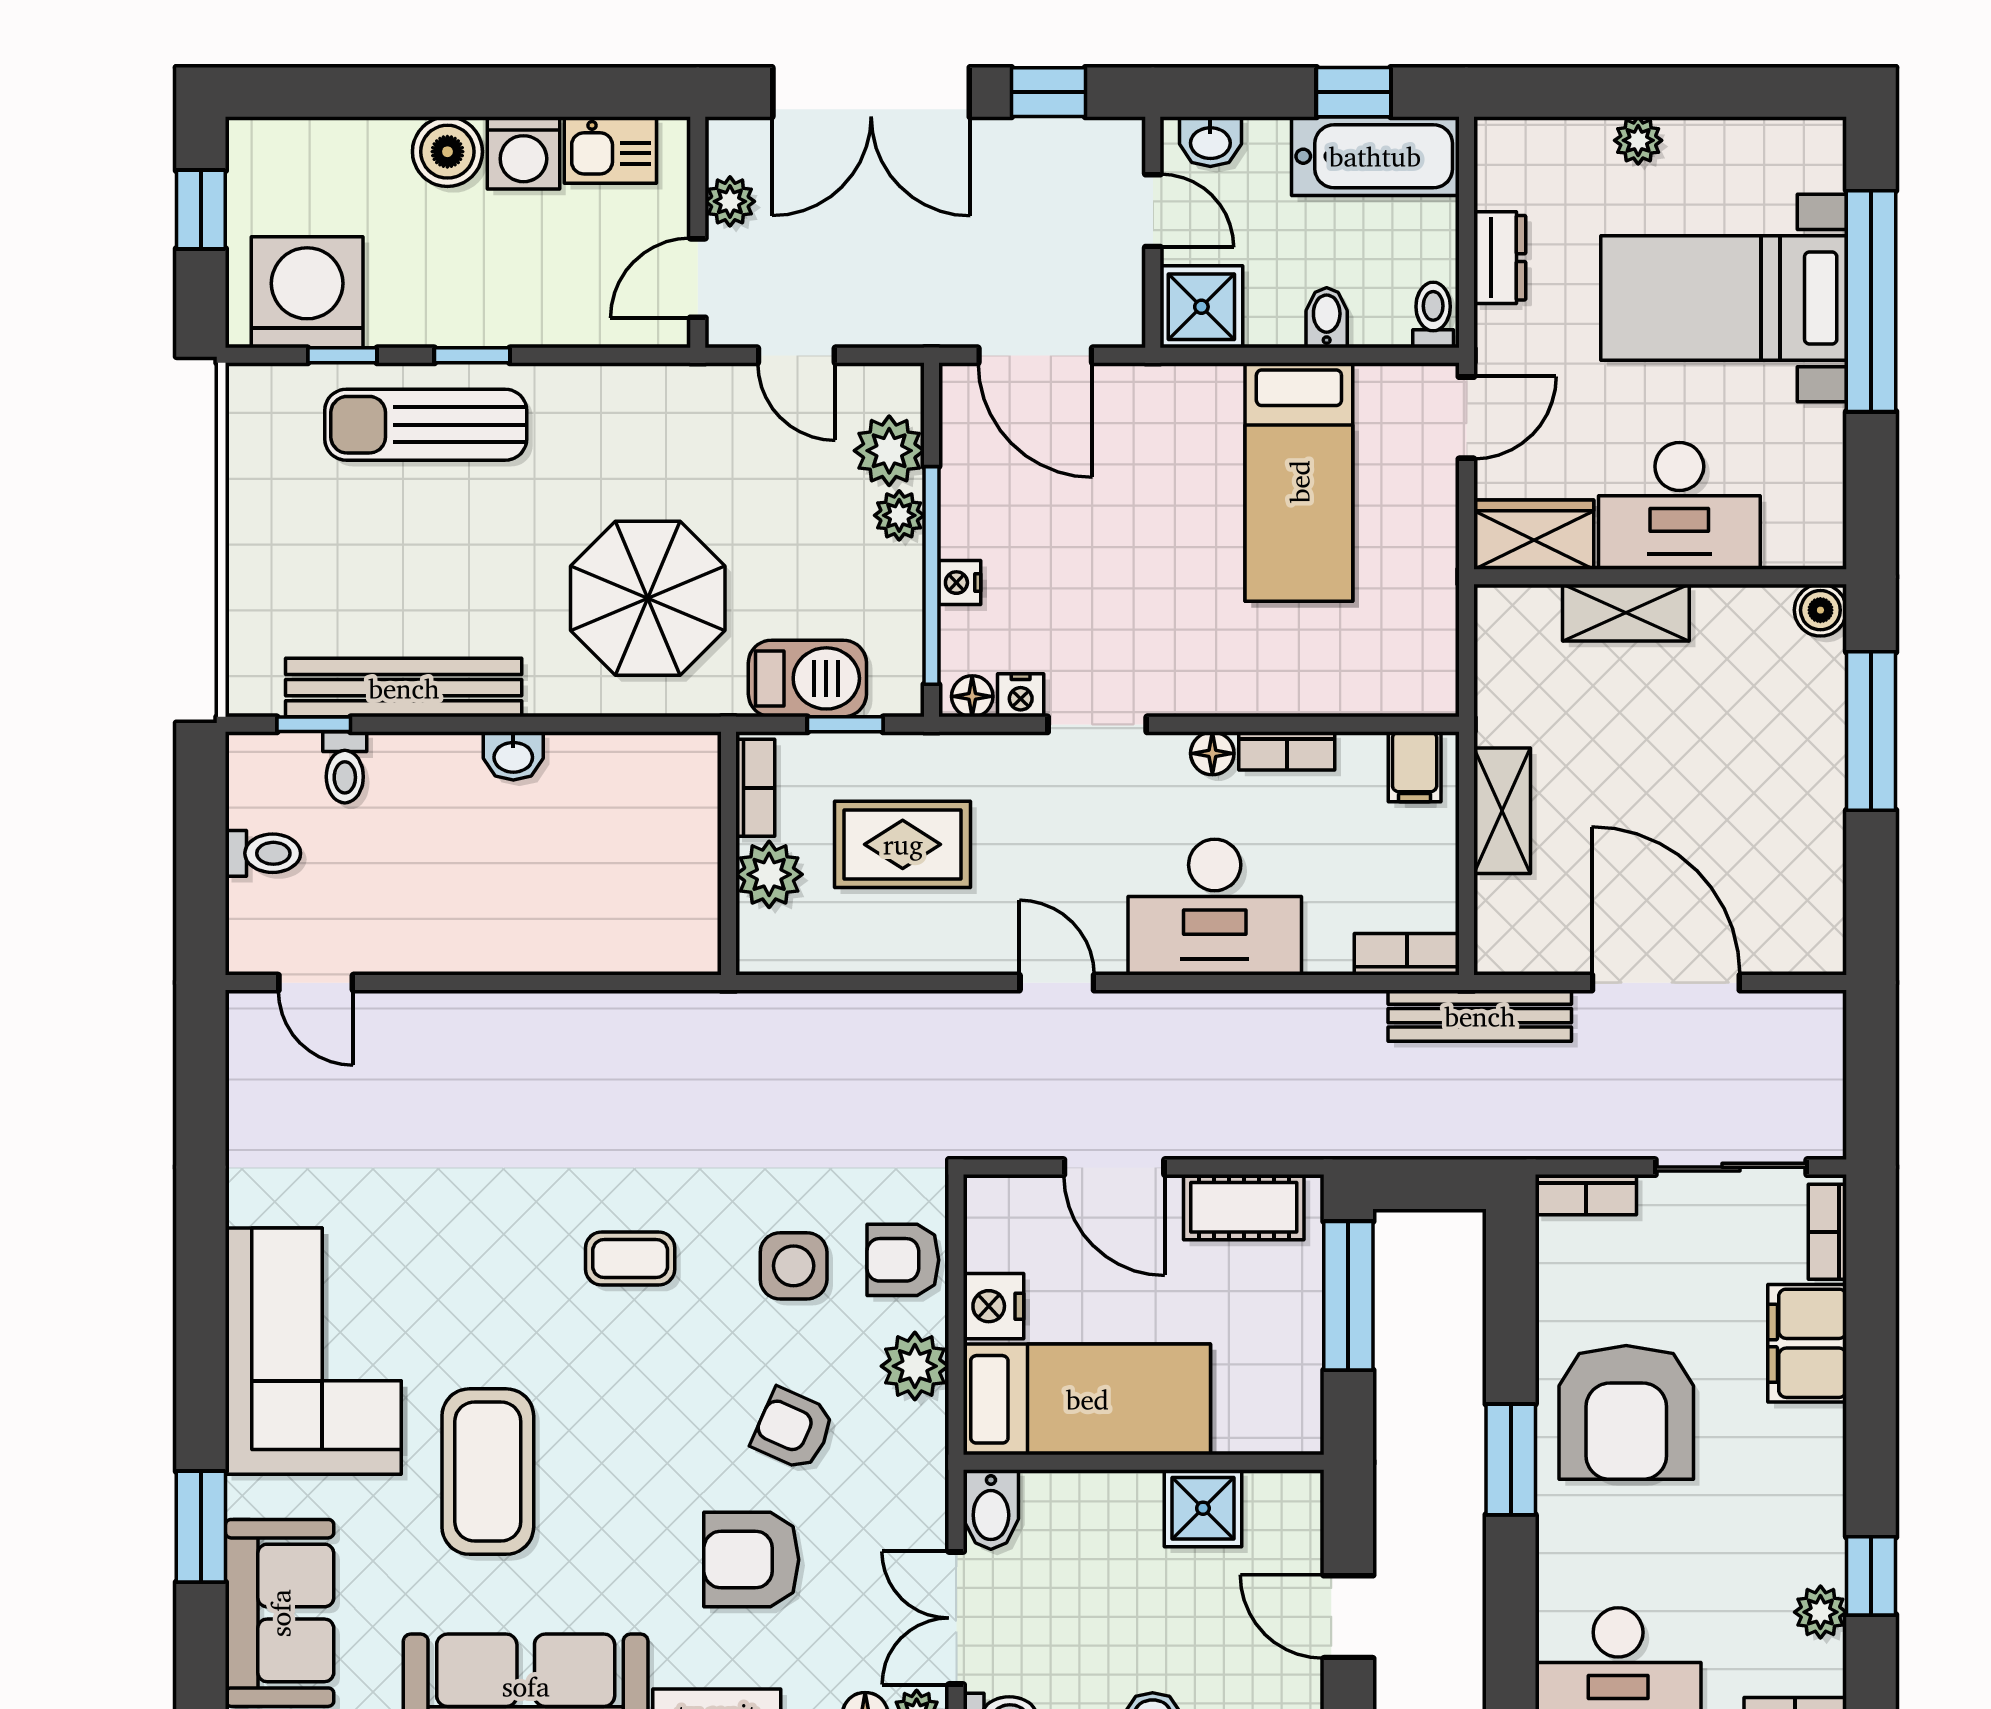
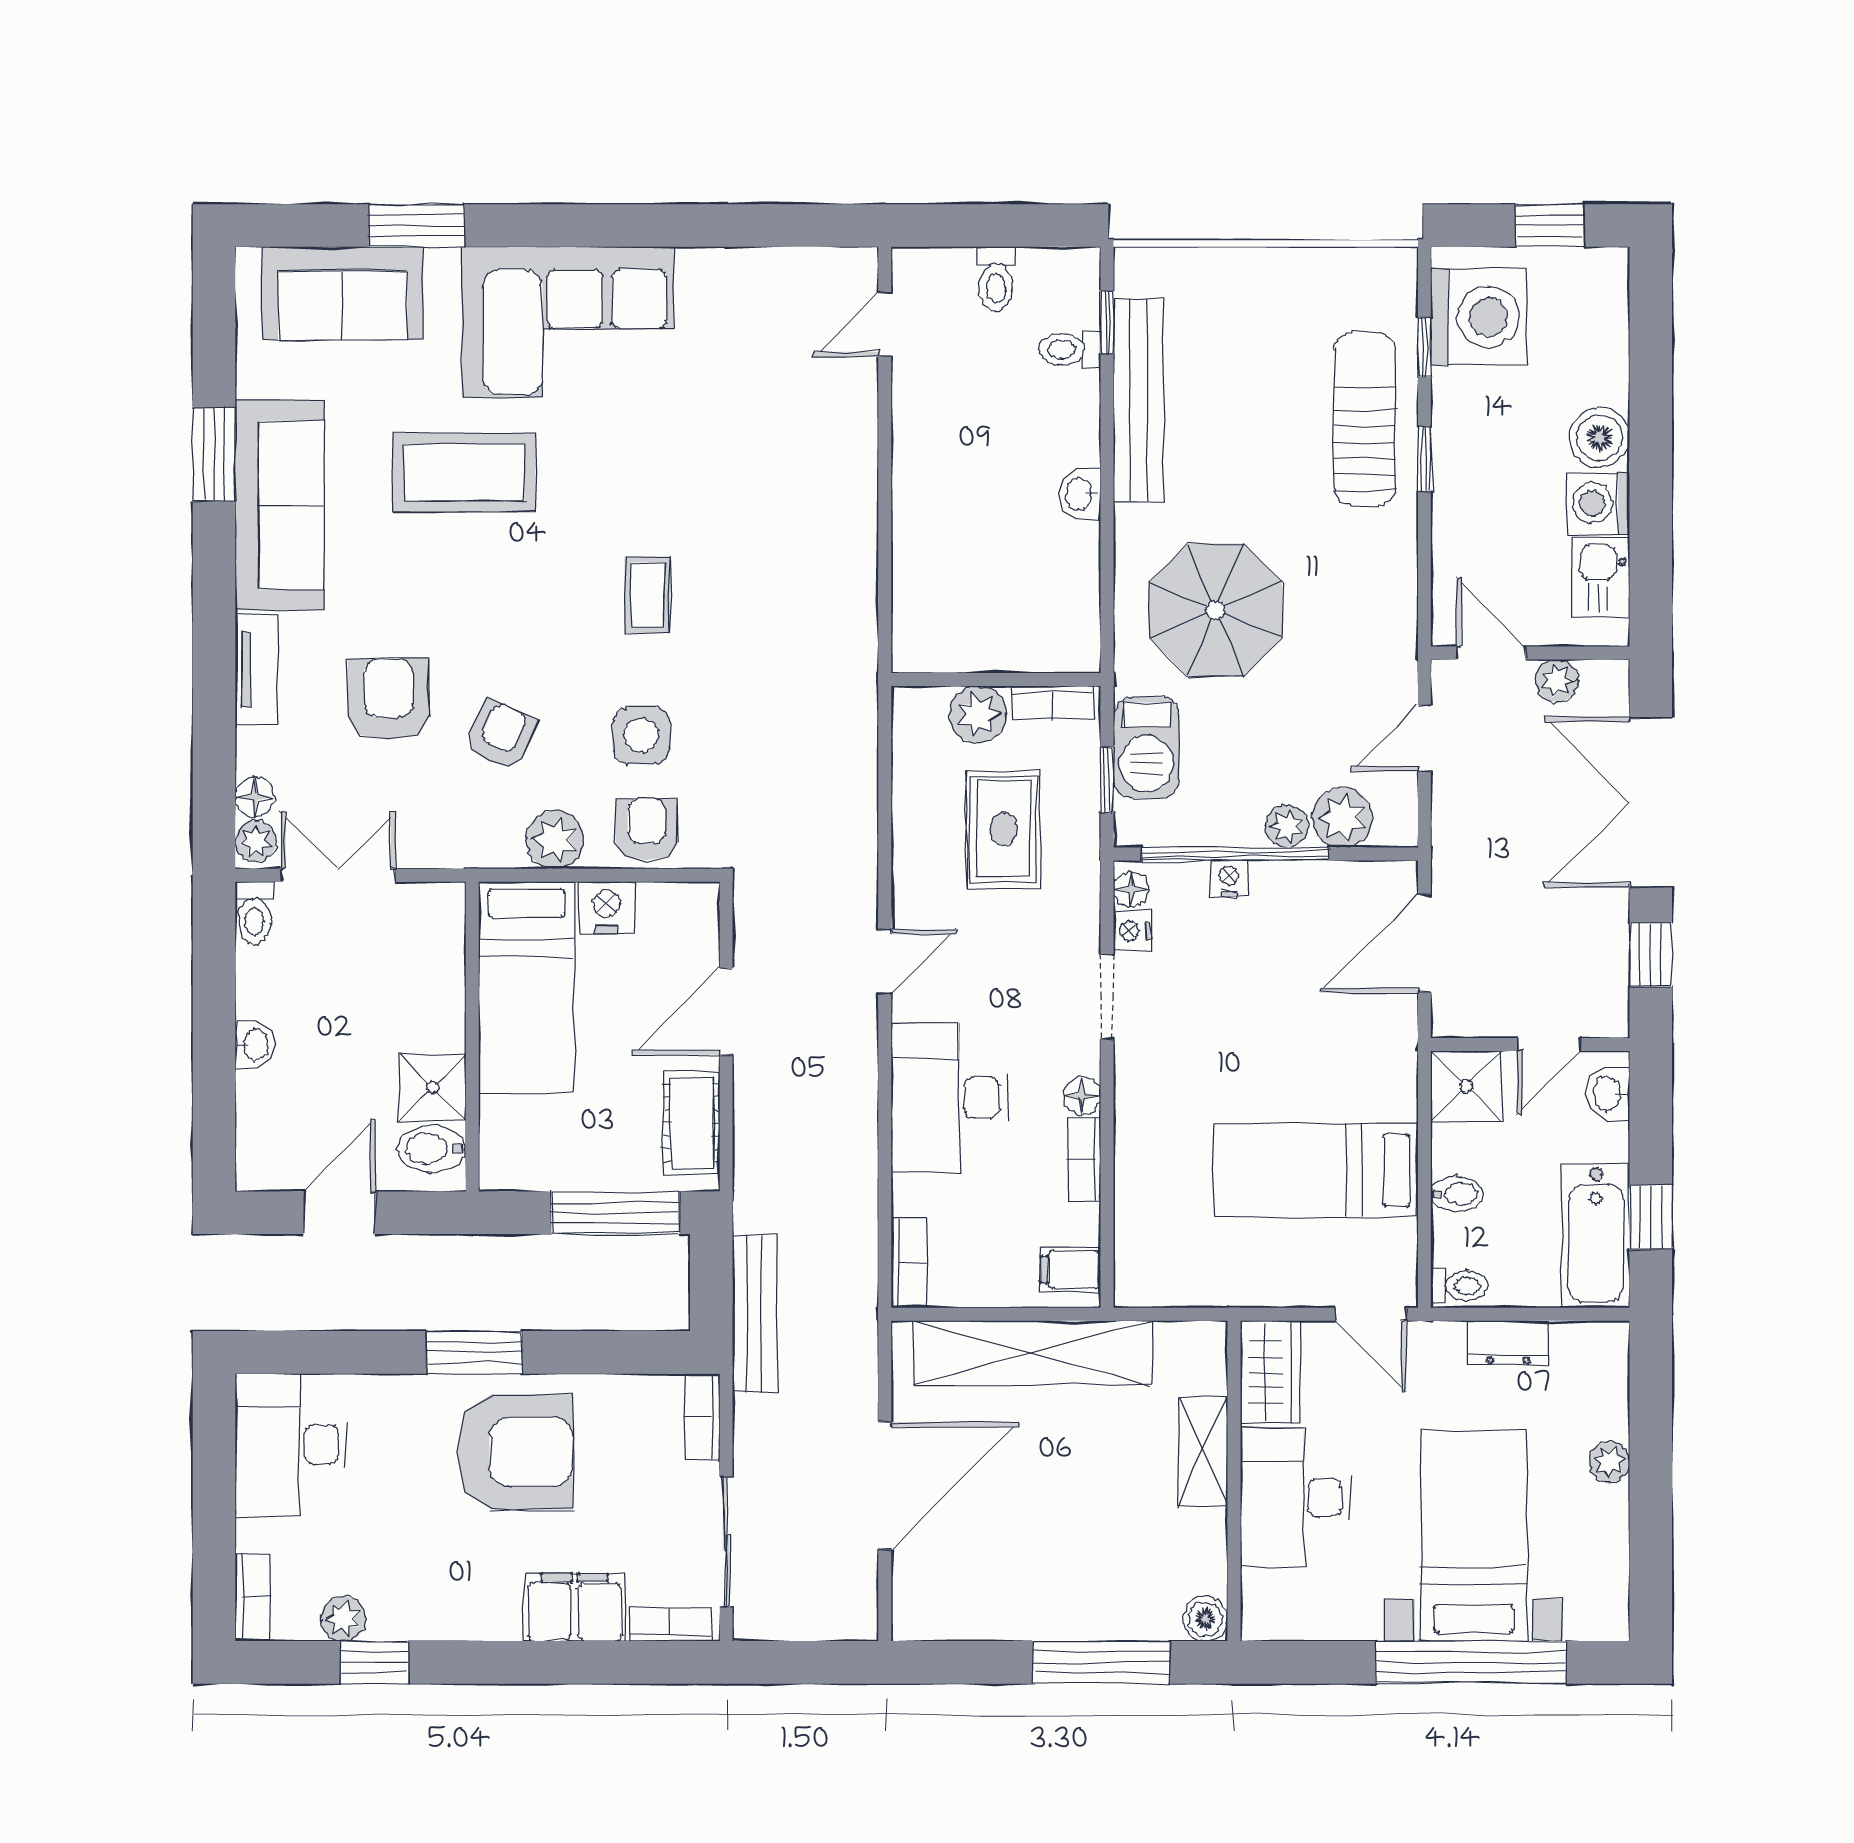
shelving: (1502, 811) -> (1033, 1353), width x2.20, depth x1.33
bench: (1480, 1016) -> (755, 1314), moved
armchair: (1626, 1412) -> (515, 1452), turned 180
bidet: (991, 1509) -> (432, 1149), moved

